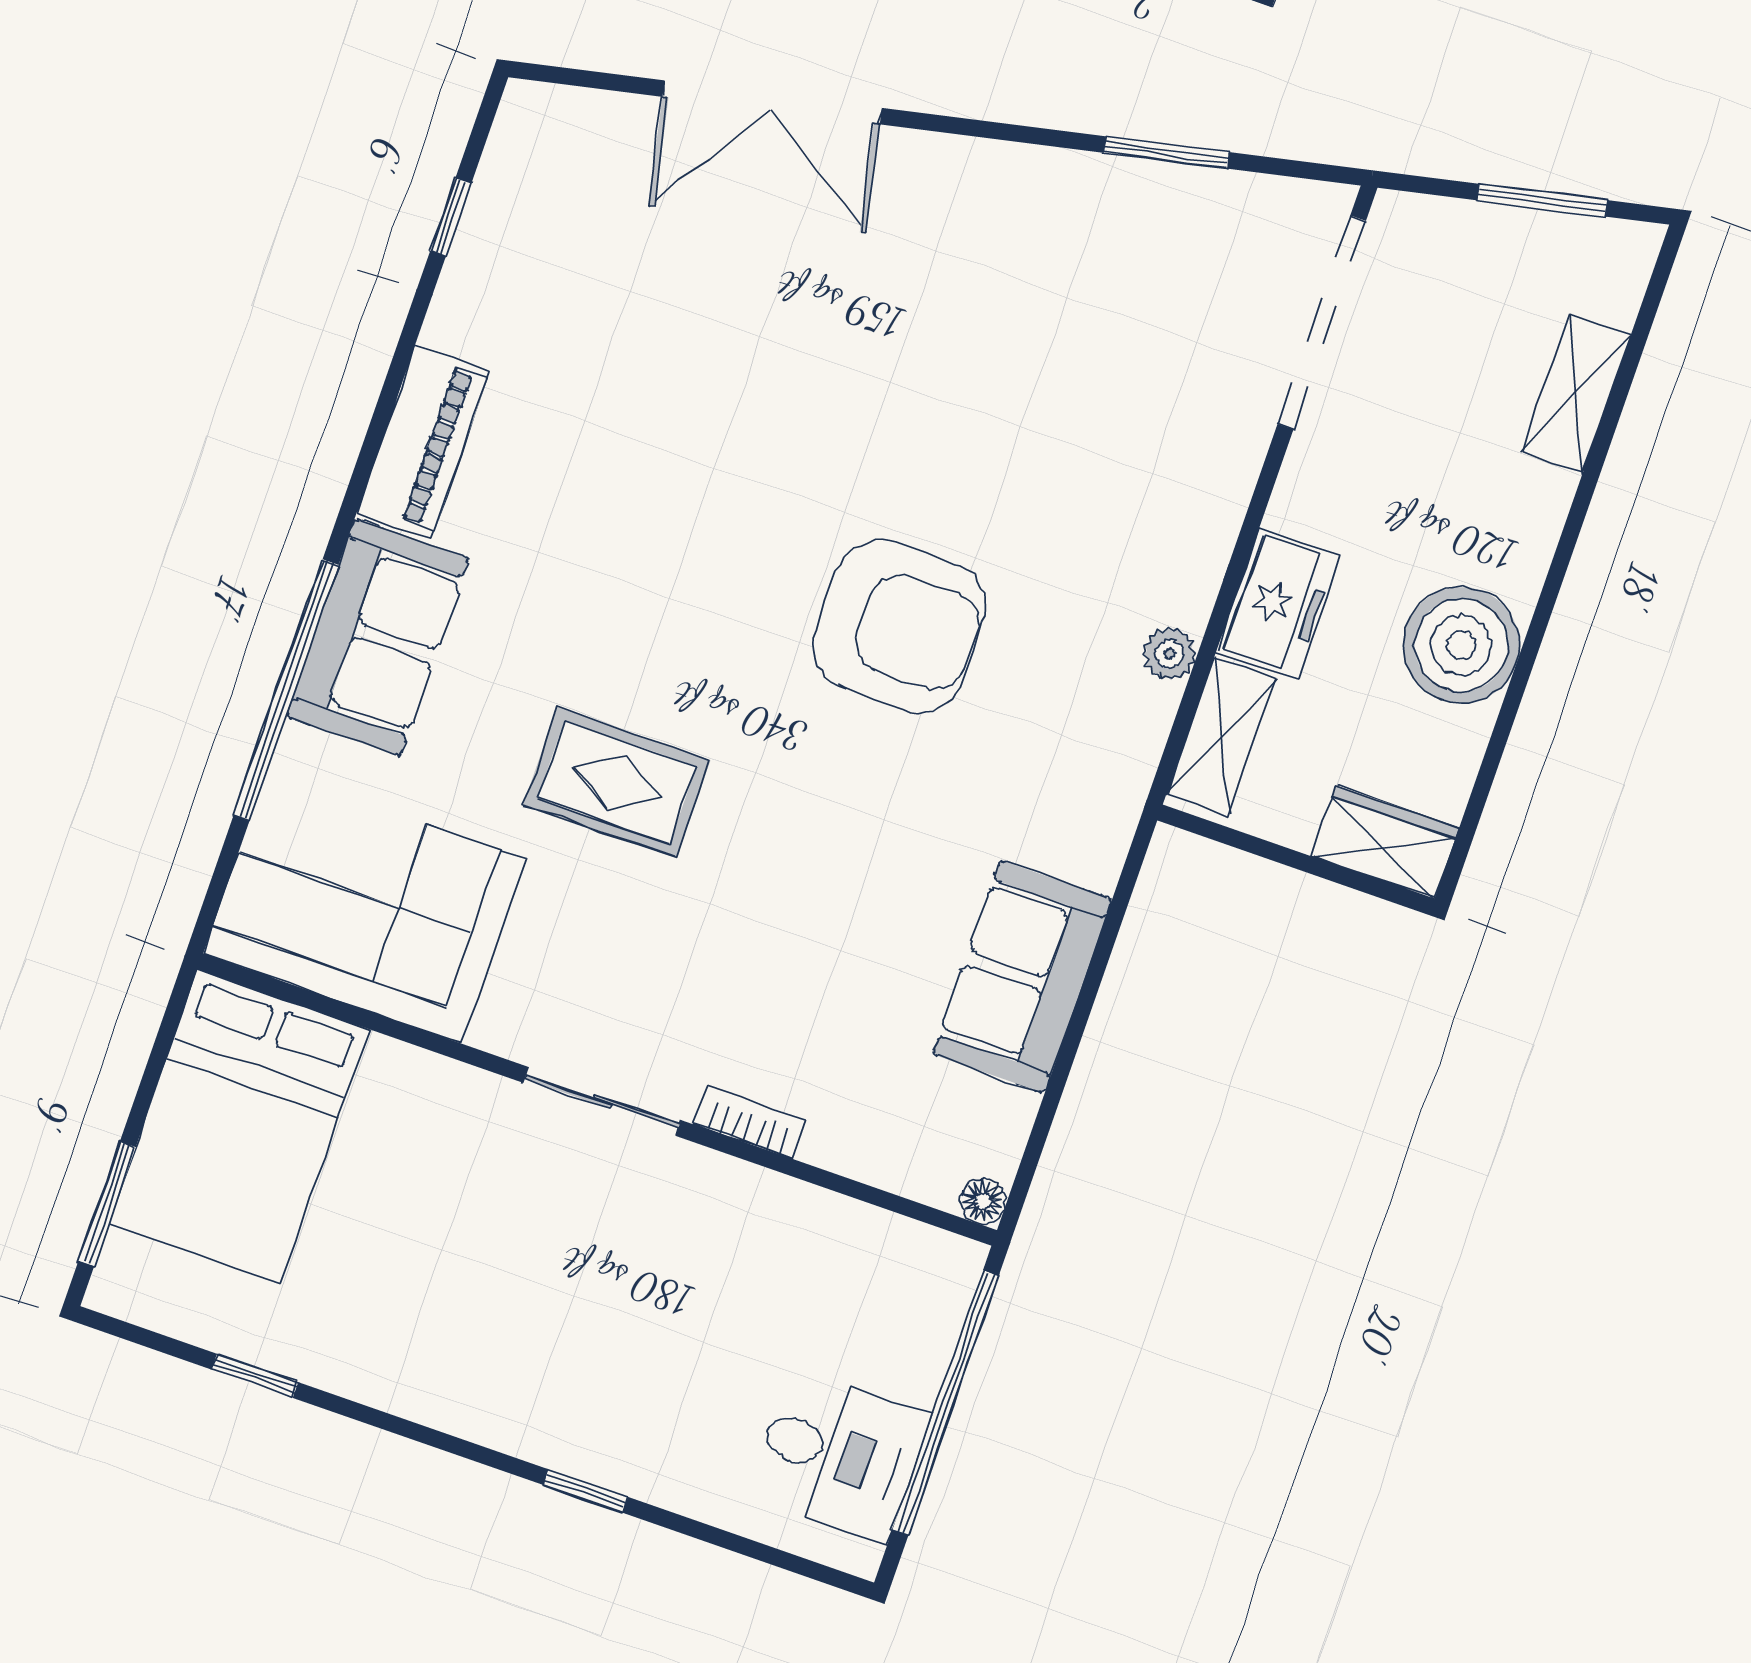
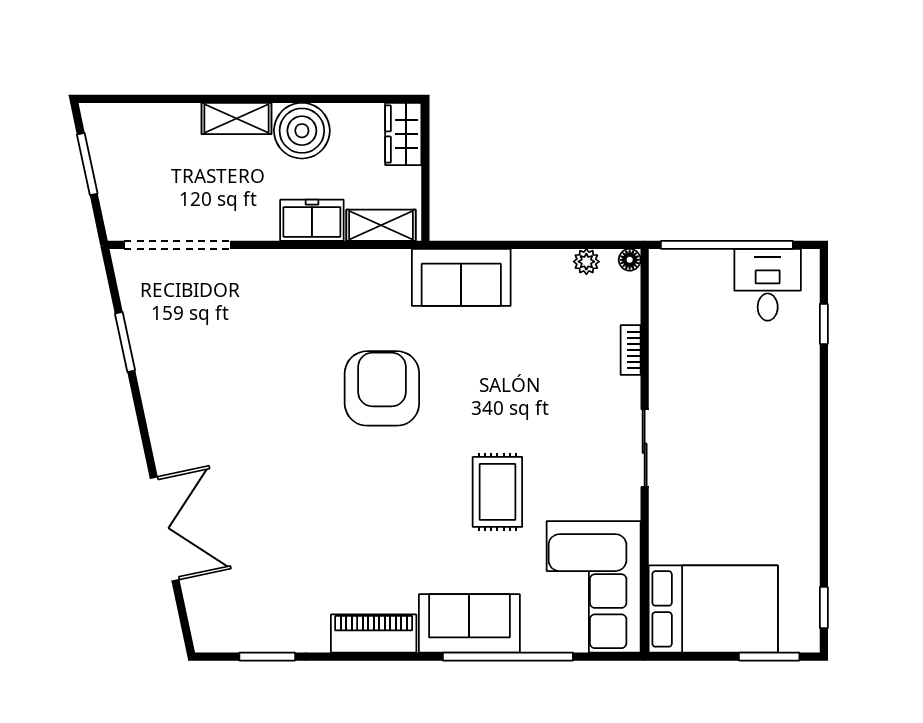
window: (451, 217) -> (267, 657), width x1.50
shelving: (1576, 393) -> (236, 118), moved
plant: (1170, 654) -> (586, 262), moved
sofa: (1022, 977) -> (461, 277), moved
bookcase: (750, 1122) -> (631, 350), moved
window: (255, 1376) -> (824, 608), moved
window: (585, 1491) -> (824, 324), moved

